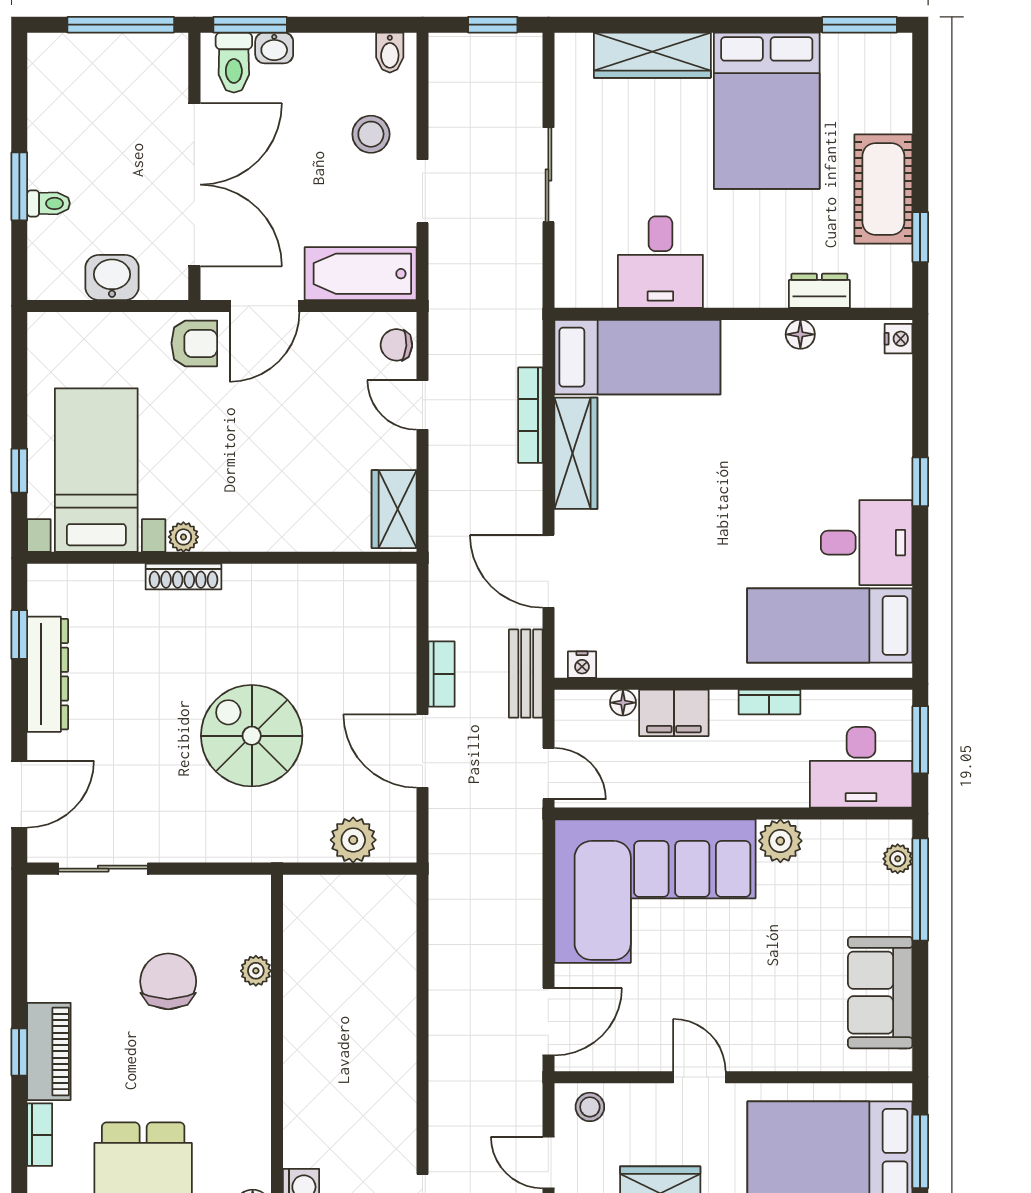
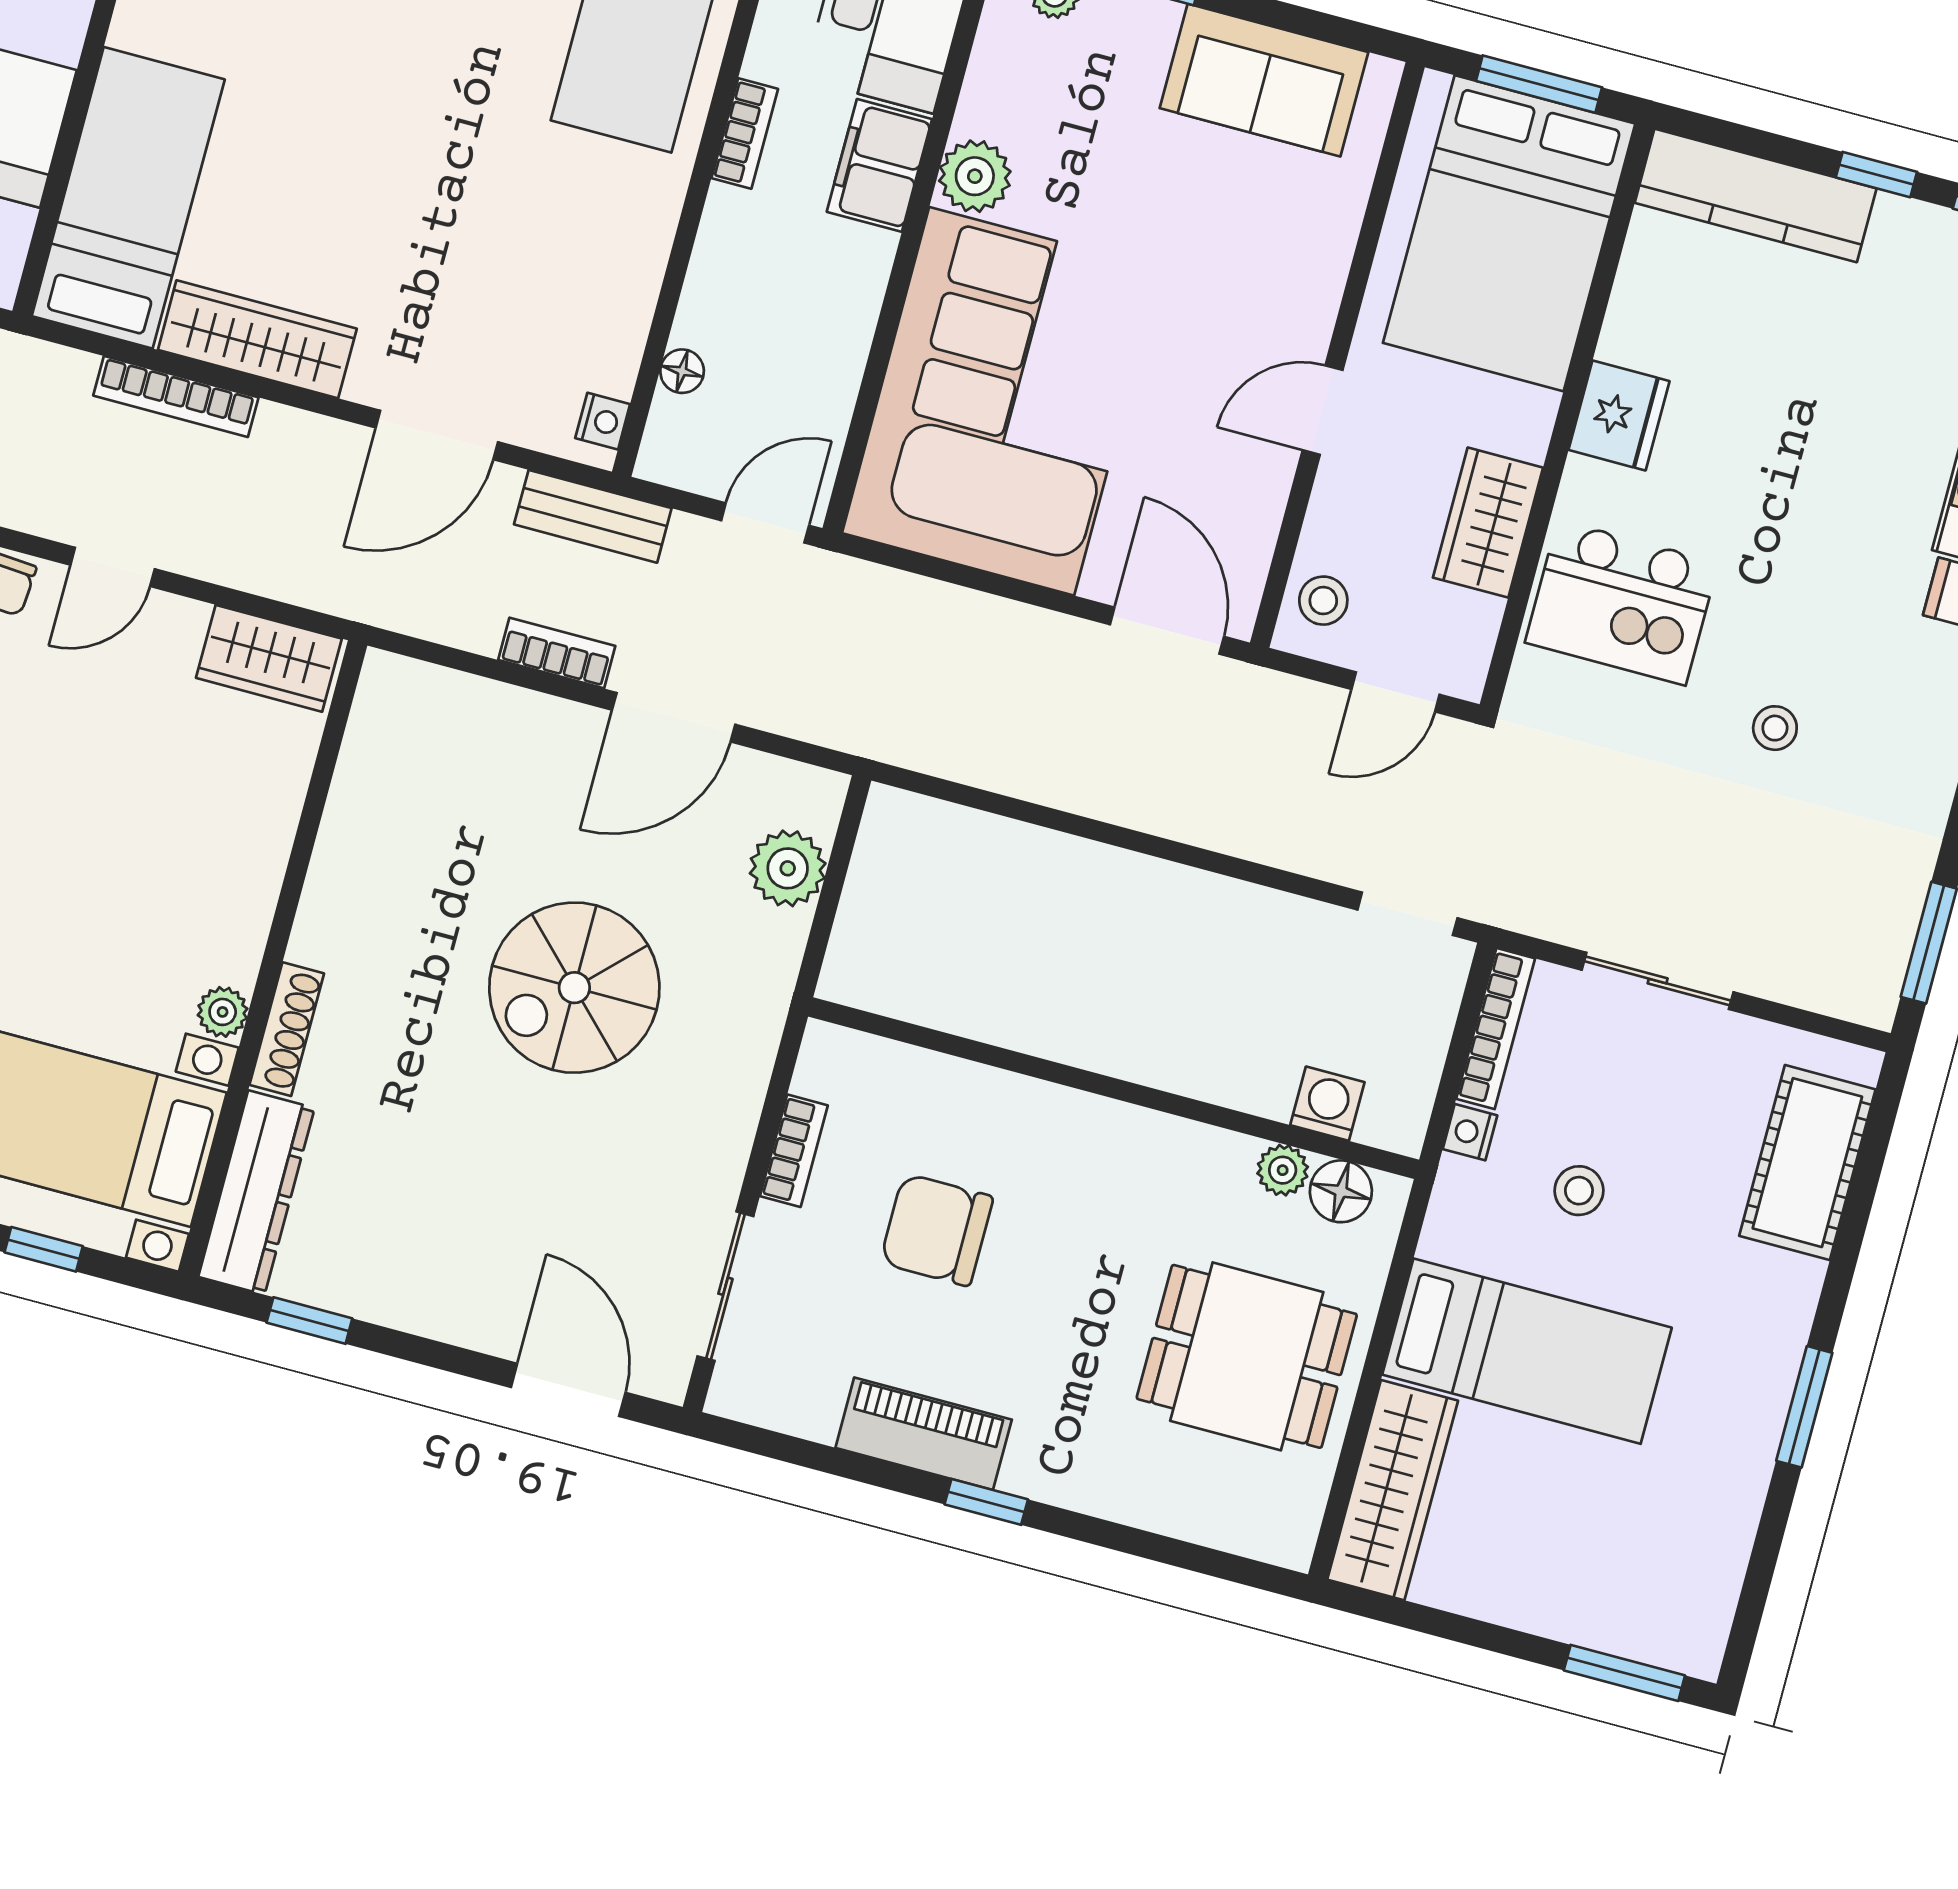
dresser: (48, 674) -> (256, 1192), moved, turned 90
filing cabinet: (674, 713) -> (879, 165), moved, turned 180
plant: (256, 971) -> (1283, 1170), moved
piano: (49, 1051) -> (924, 1434), moved
bookcase: (40, 1135) -> (794, 1151), moved, turned 90

